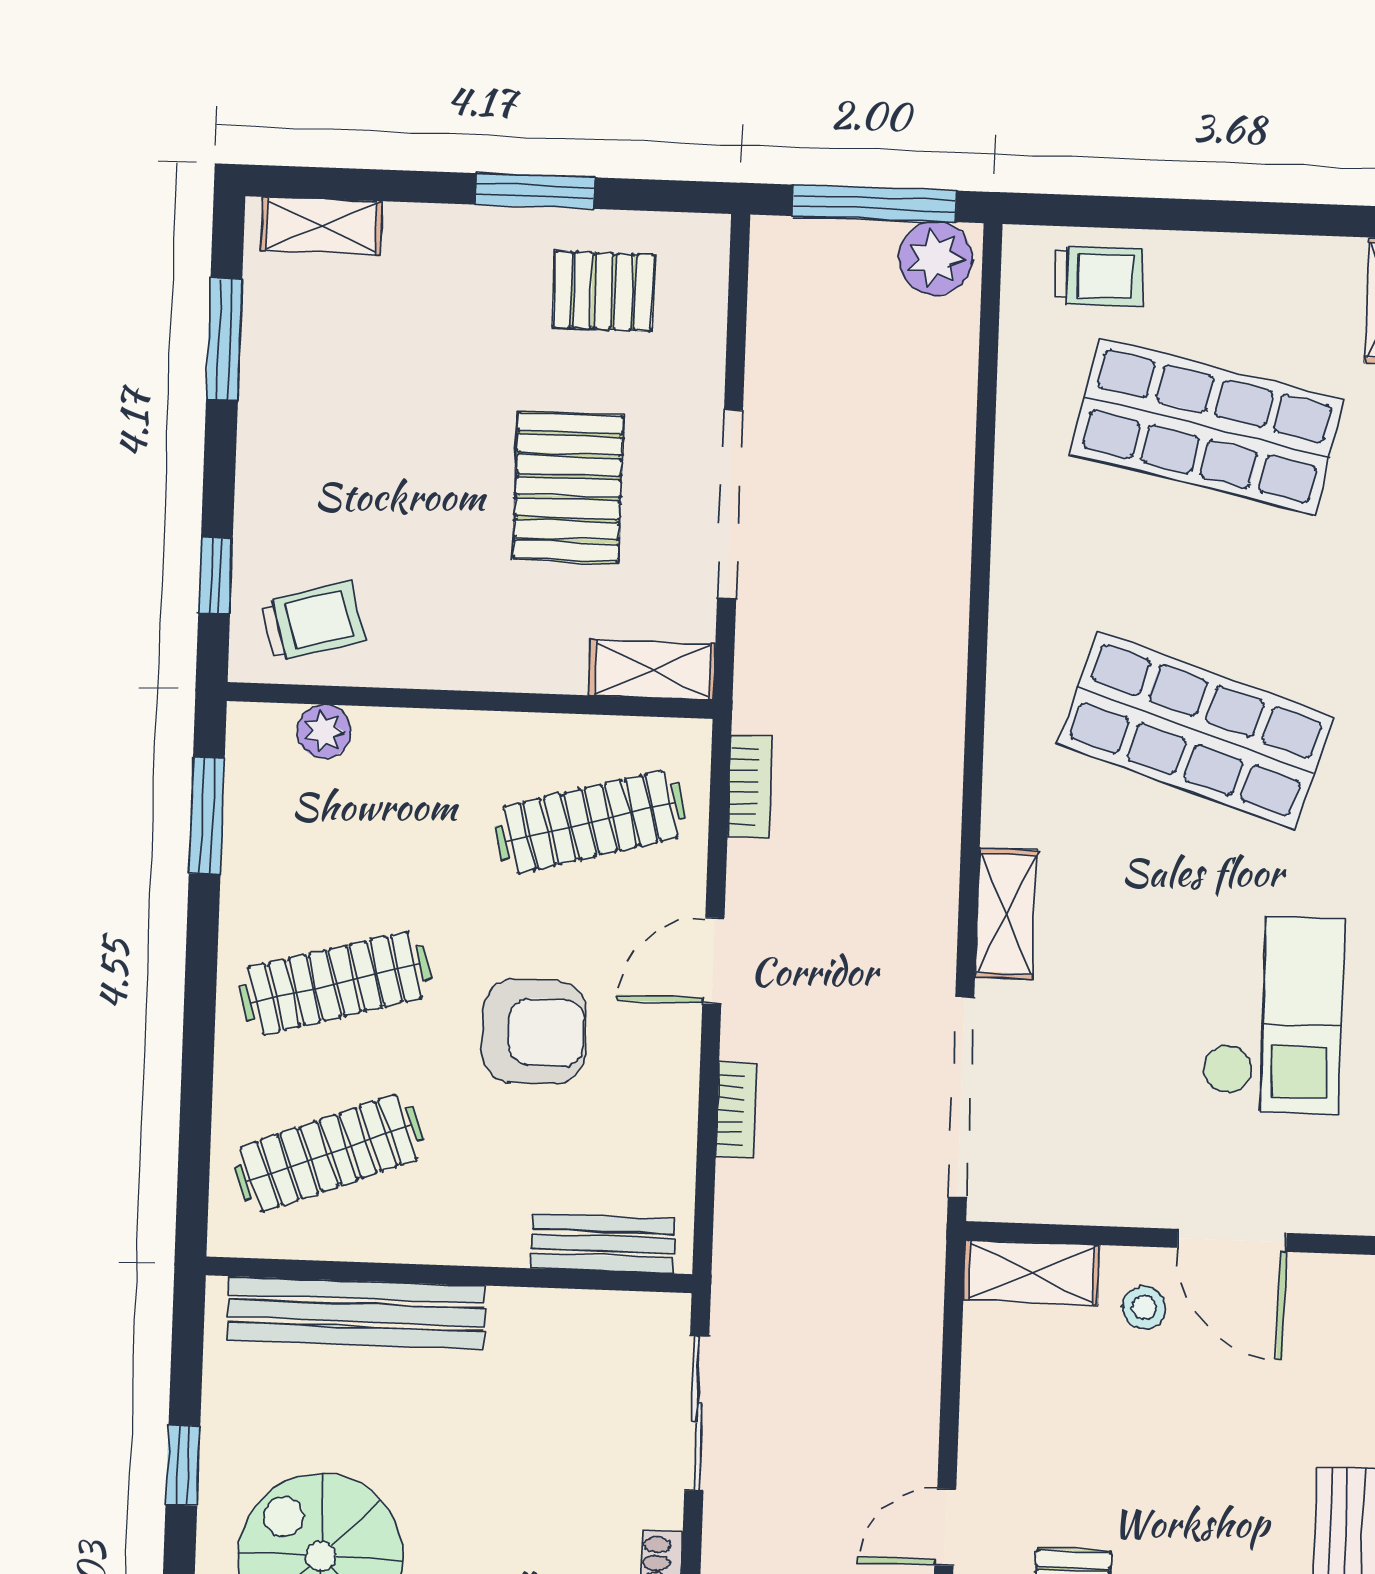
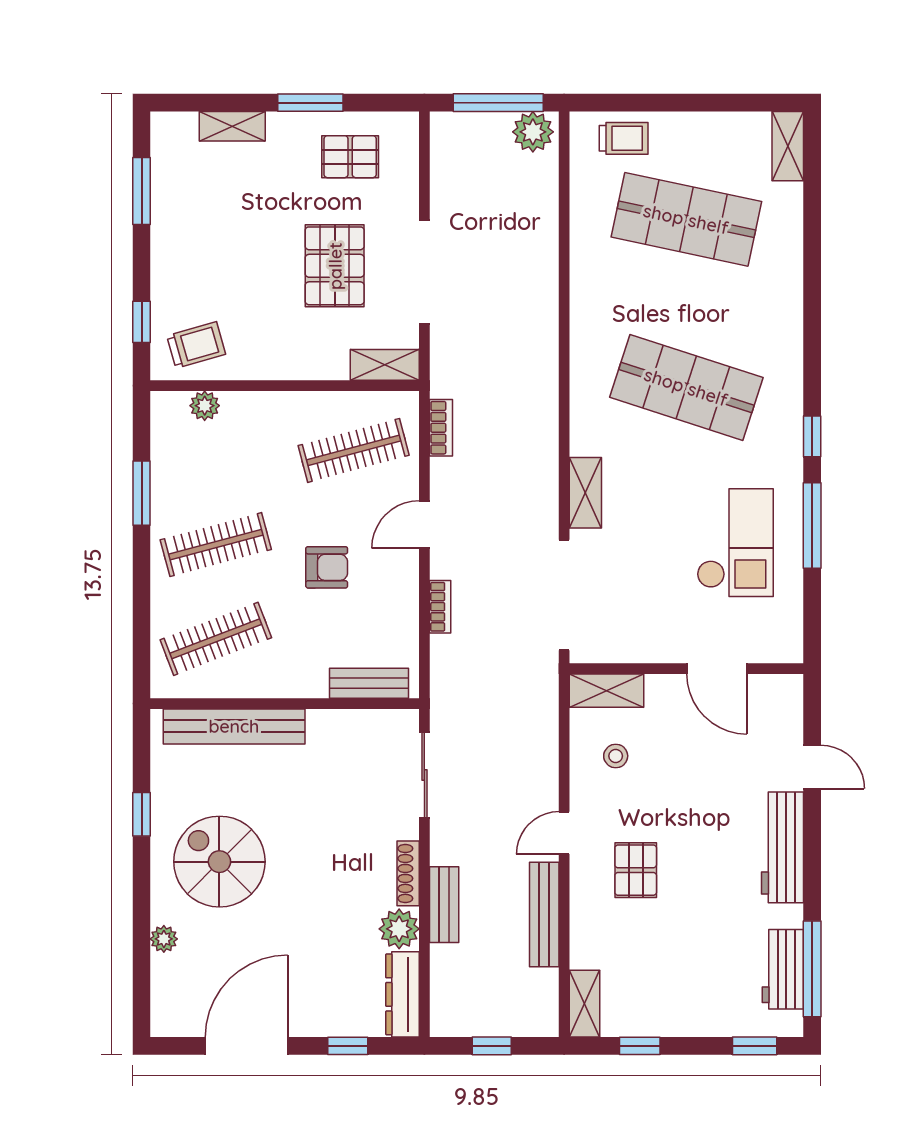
shelving: (322, 226) -> (232, 126), moved
window: (207, 816) -> (142, 493), moved
armchair: (534, 1031) -> (327, 567), width x0.72, depth x0.72
stool: (1144, 1308) -> (616, 756), moved

